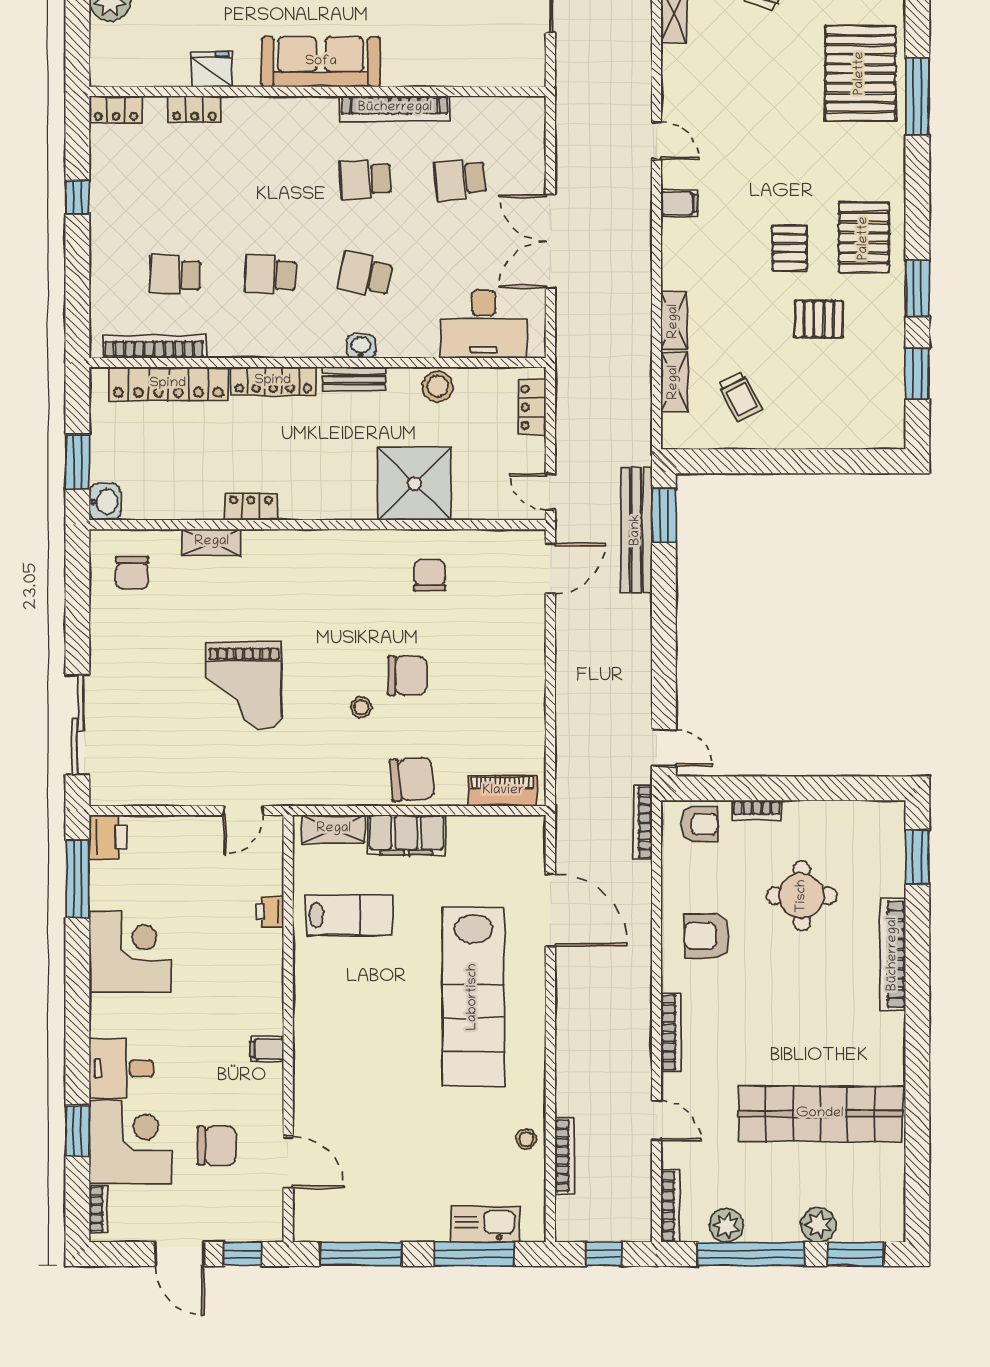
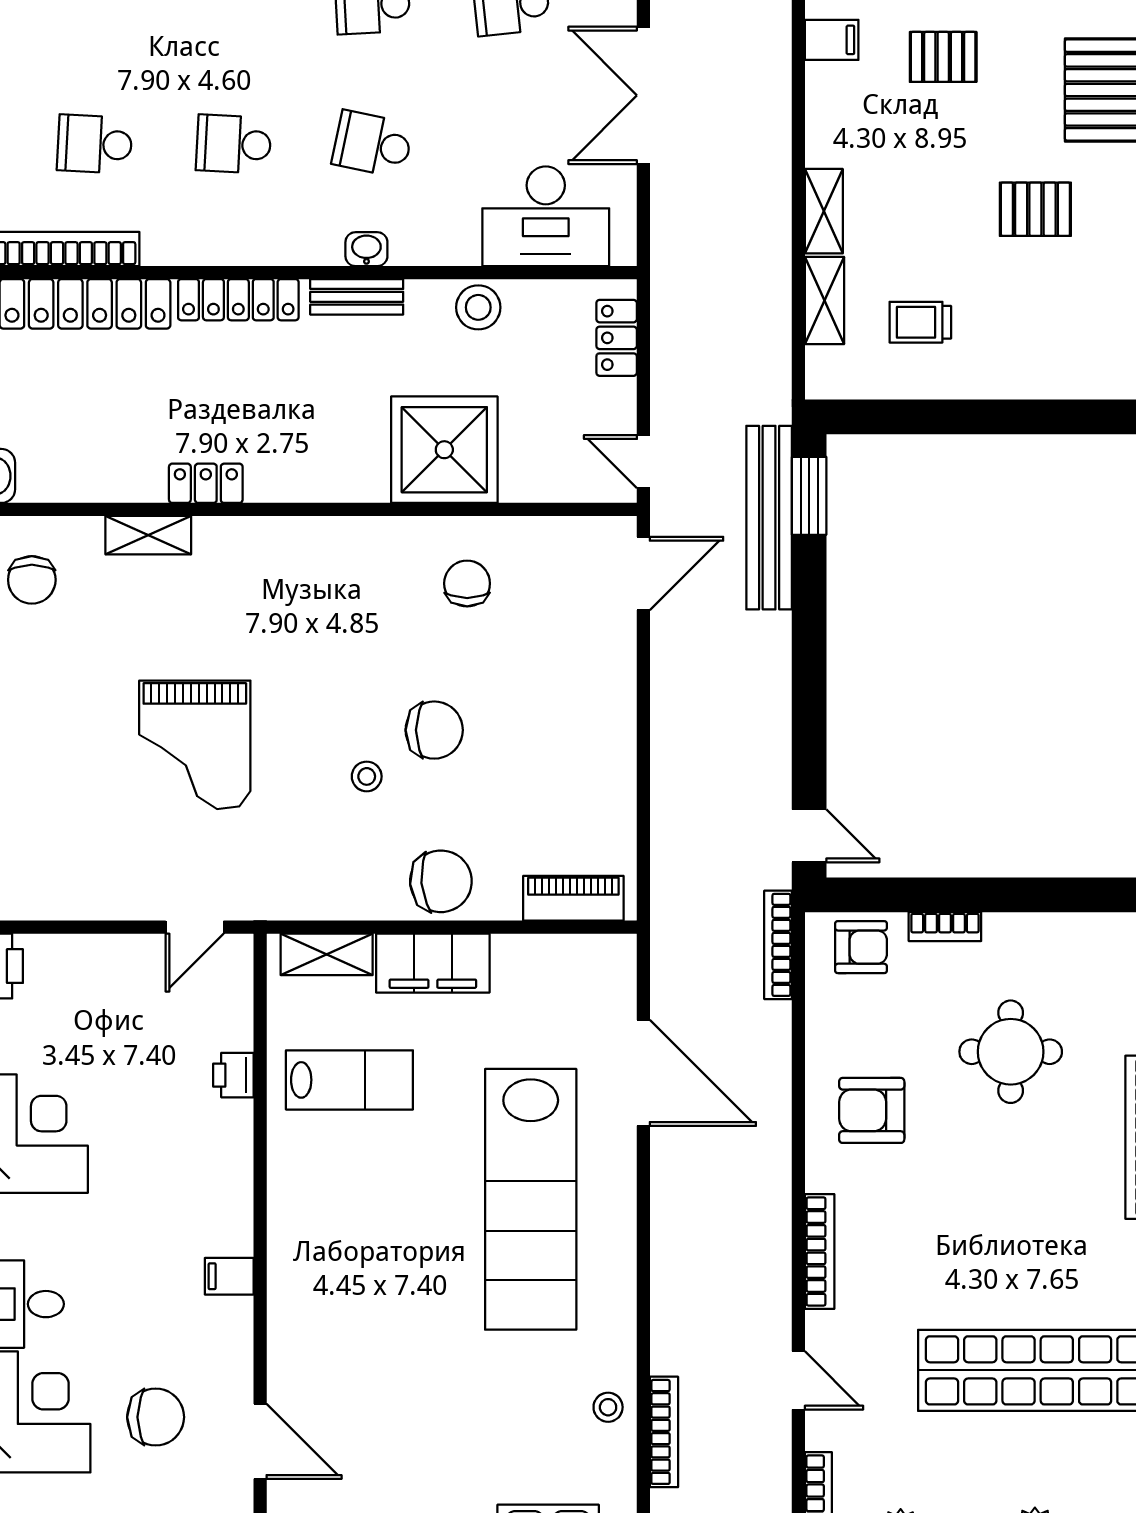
pallet: (790, 248) -> (943, 57), moved, turned 90
trolley: (740, 397) -> (920, 322), turned 117

